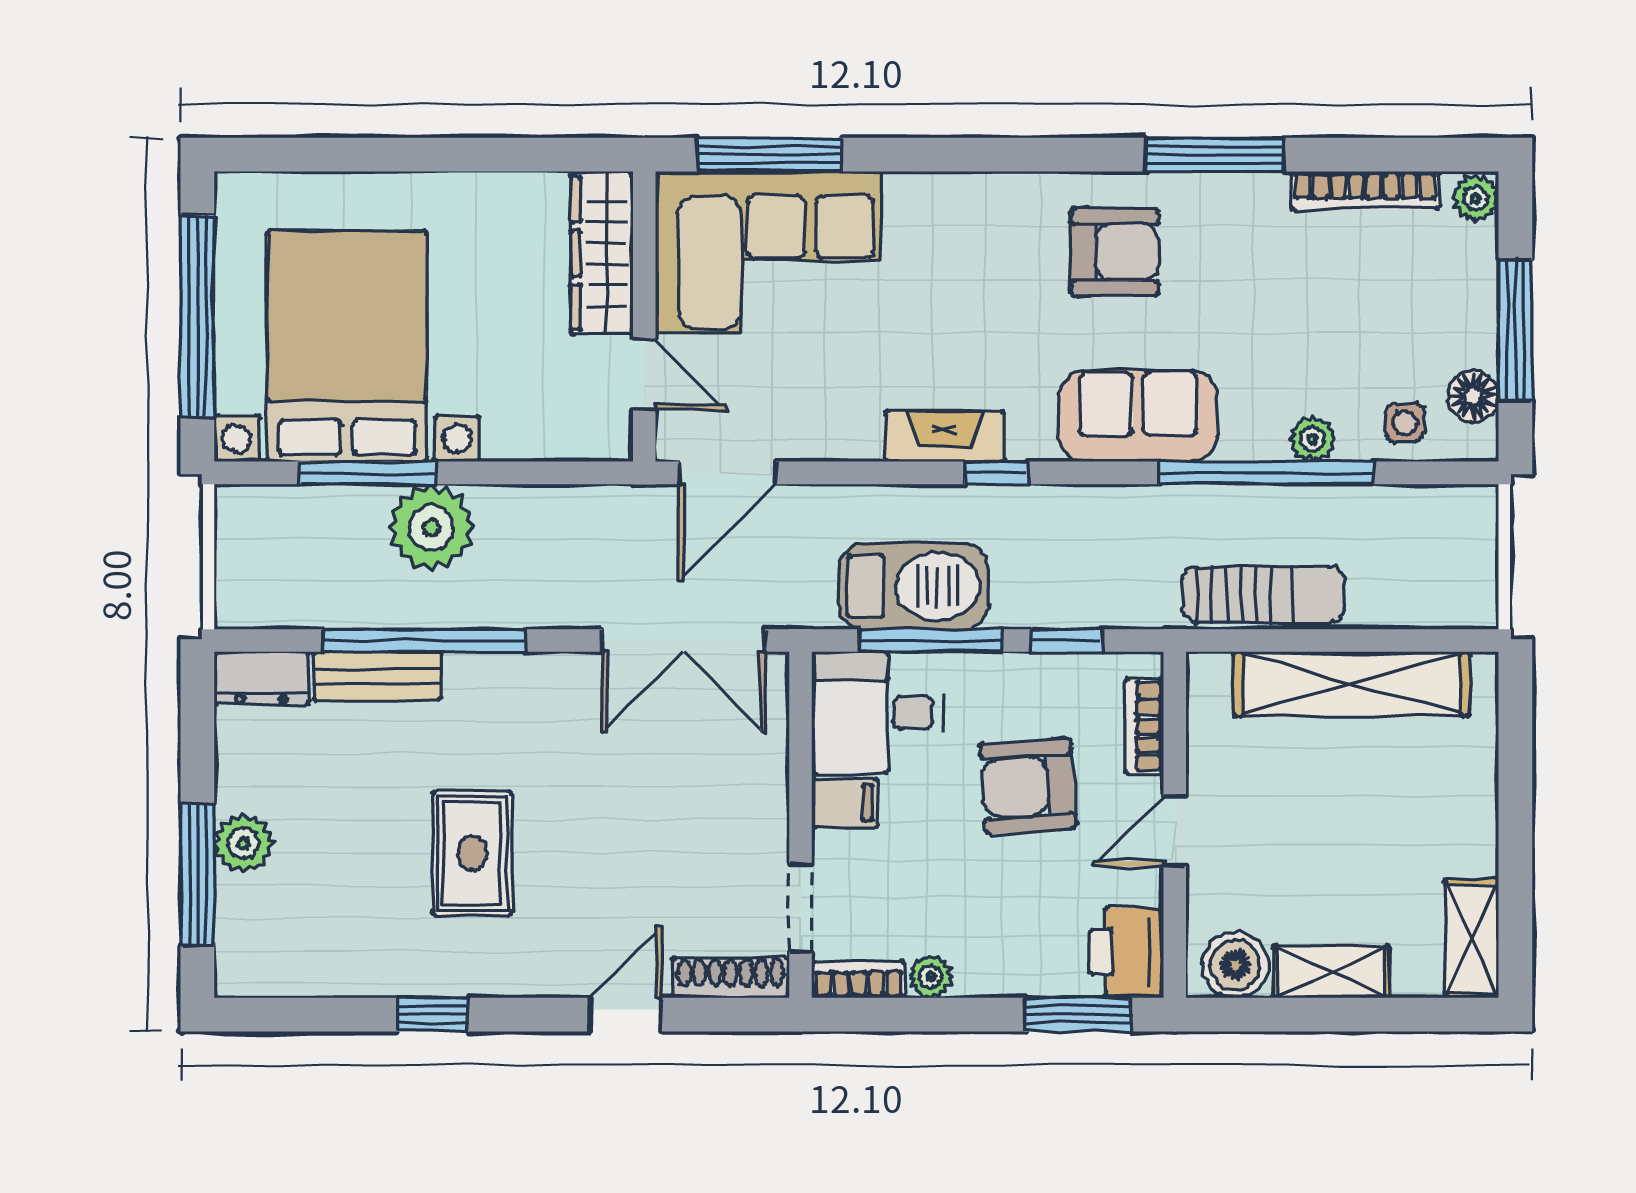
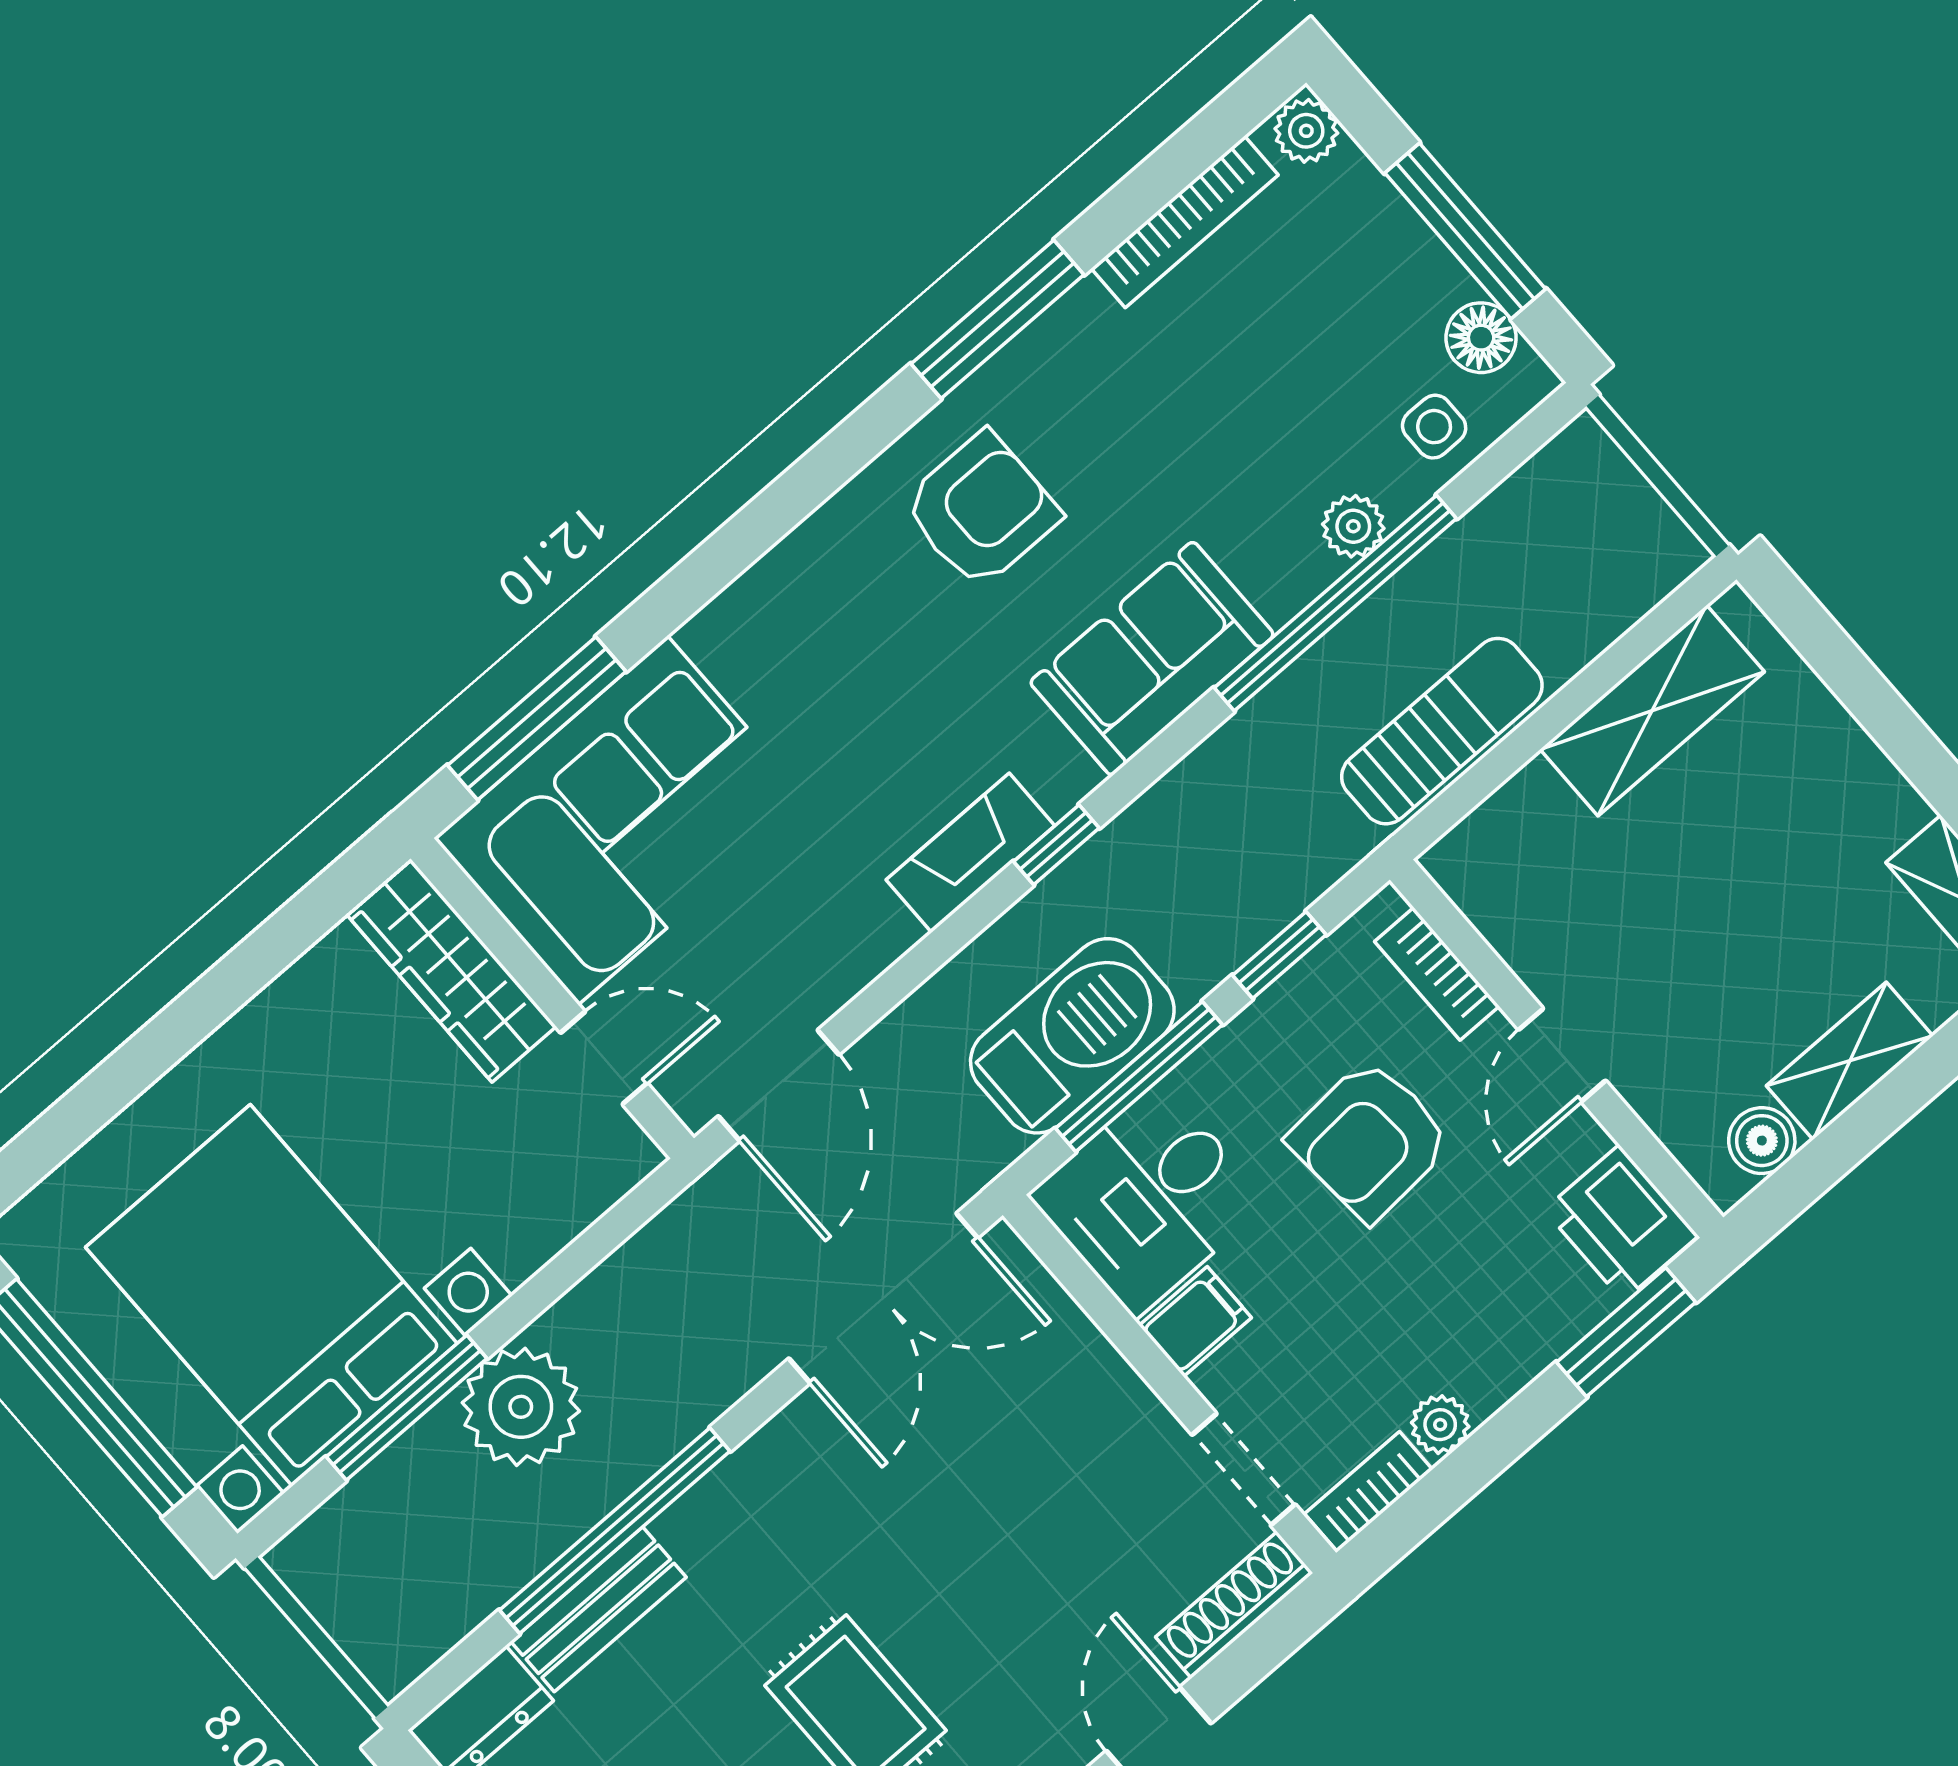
shelving: (1352, 684) -> (1652, 711), width x0.68
boiler: (1235, 965) -> (1762, 1141), width x0.73, depth x0.73

